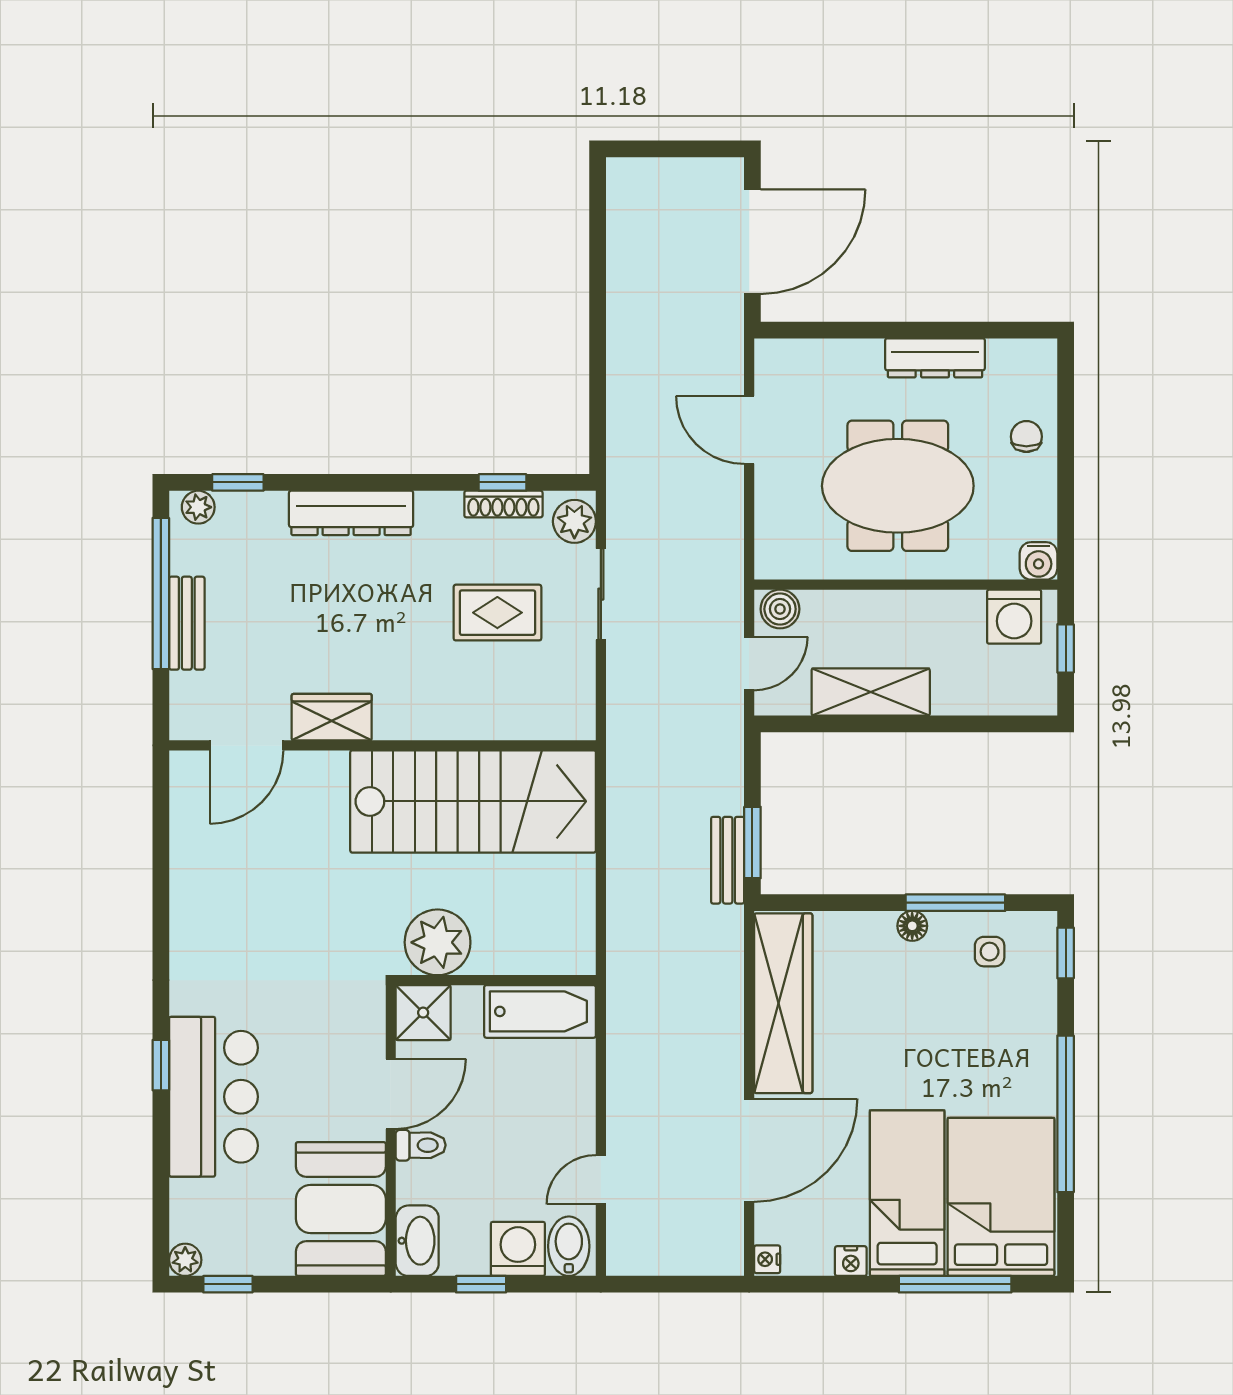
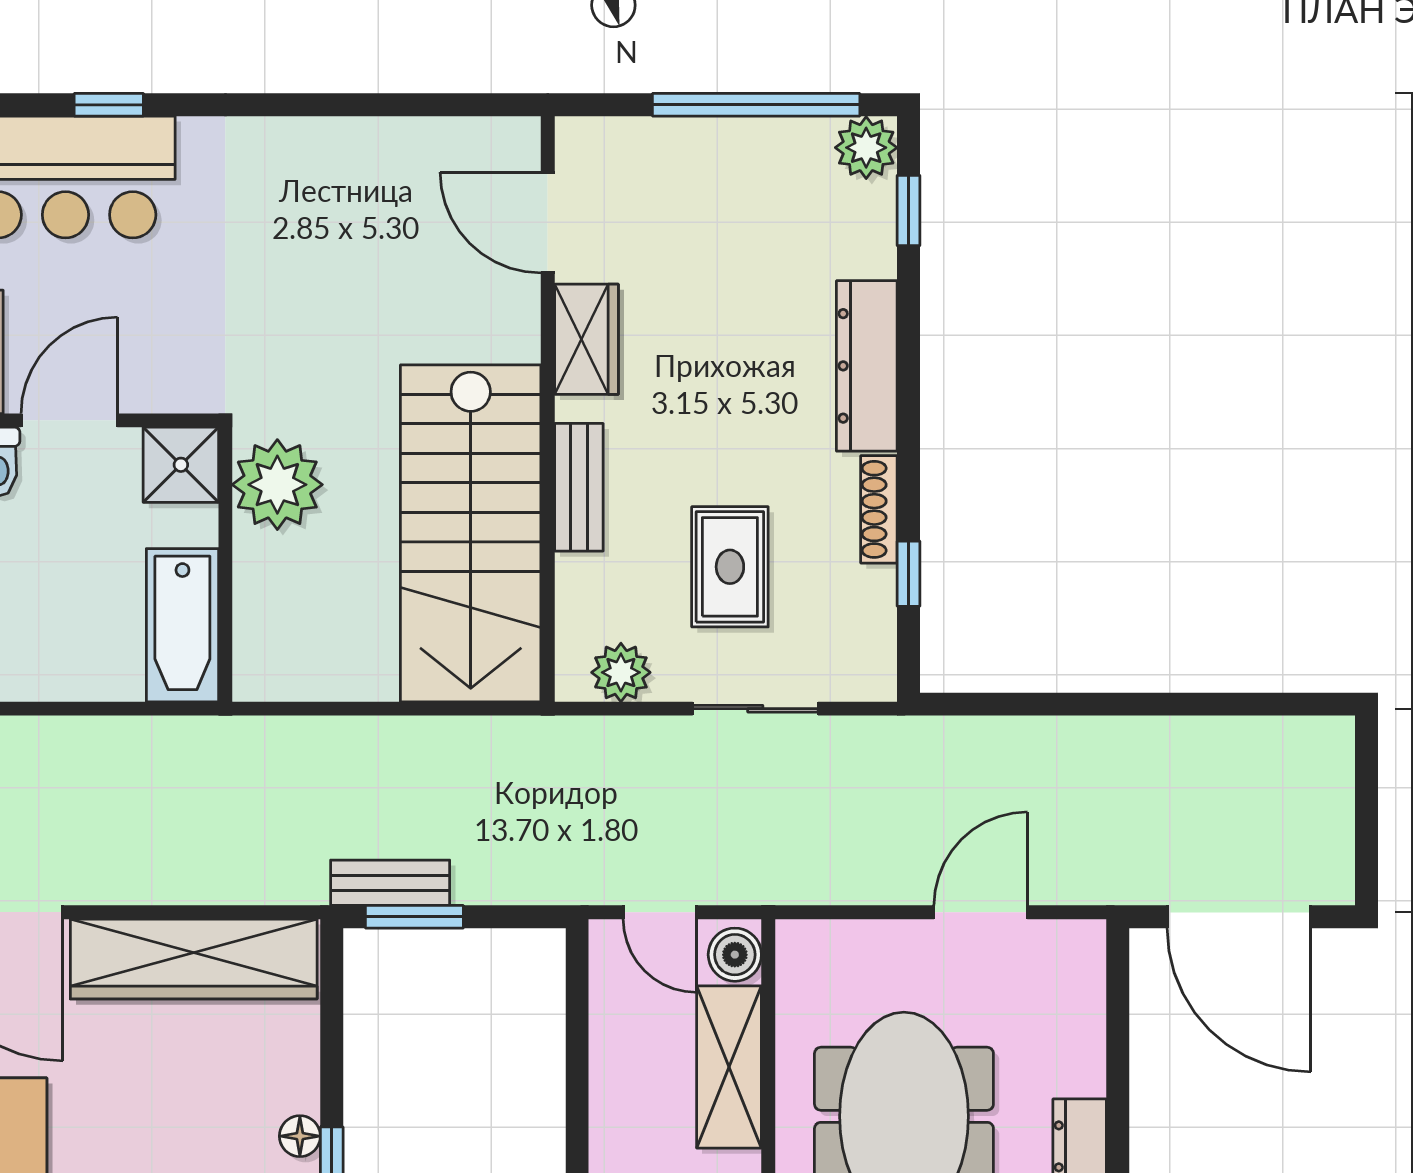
shoe rack: (503, 504) -> (879, 509), moved
plant: (198, 507) -> (866, 148), width x1.38, depth x1.38
plant: (574, 521) -> (621, 672), moved
bench: (187, 623) -> (579, 487), moved, turned 90
shelving: (871, 692) -> (729, 1067), moved
door: (391, 1094) -> (69, 420), swing flipped

